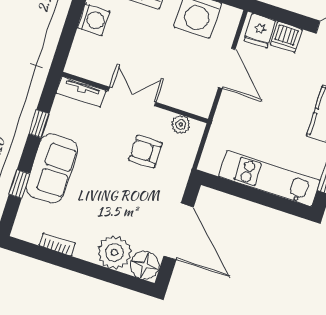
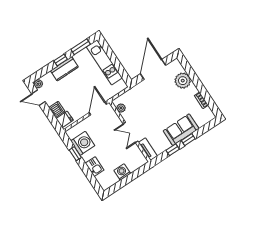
door: (227, 68) -> (98, 108), moved
armchair: (146, 151) -> (142, 108), removed
window: (19, 184) -> (188, 140), moved
floor lamp: (145, 265) -> (175, 67), removed

